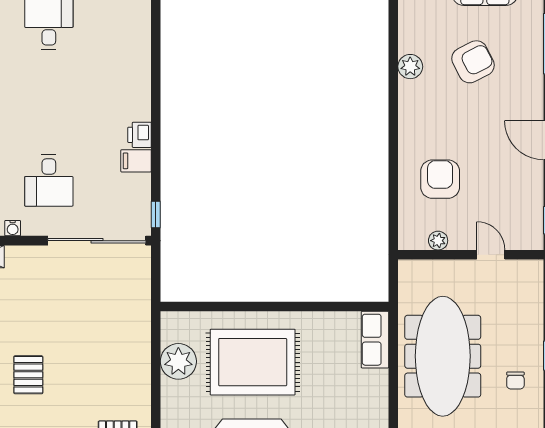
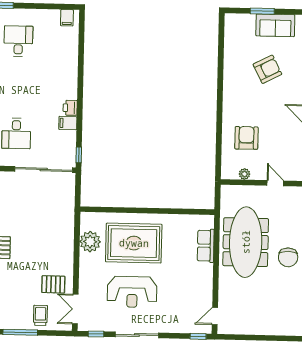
plant: (410, 67) -> (230, 71), removed
row of seats: (375, 340) -> (206, 246), moved
chair: (515, 380) -> (288, 257), width x1.87, depth x1.87

